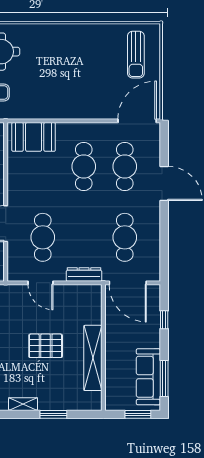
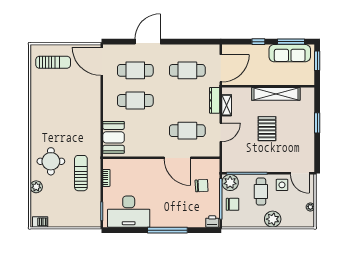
window: (164, 320) -> (258, 42), moved
shelving: (23, 404) -> (227, 105), moved

